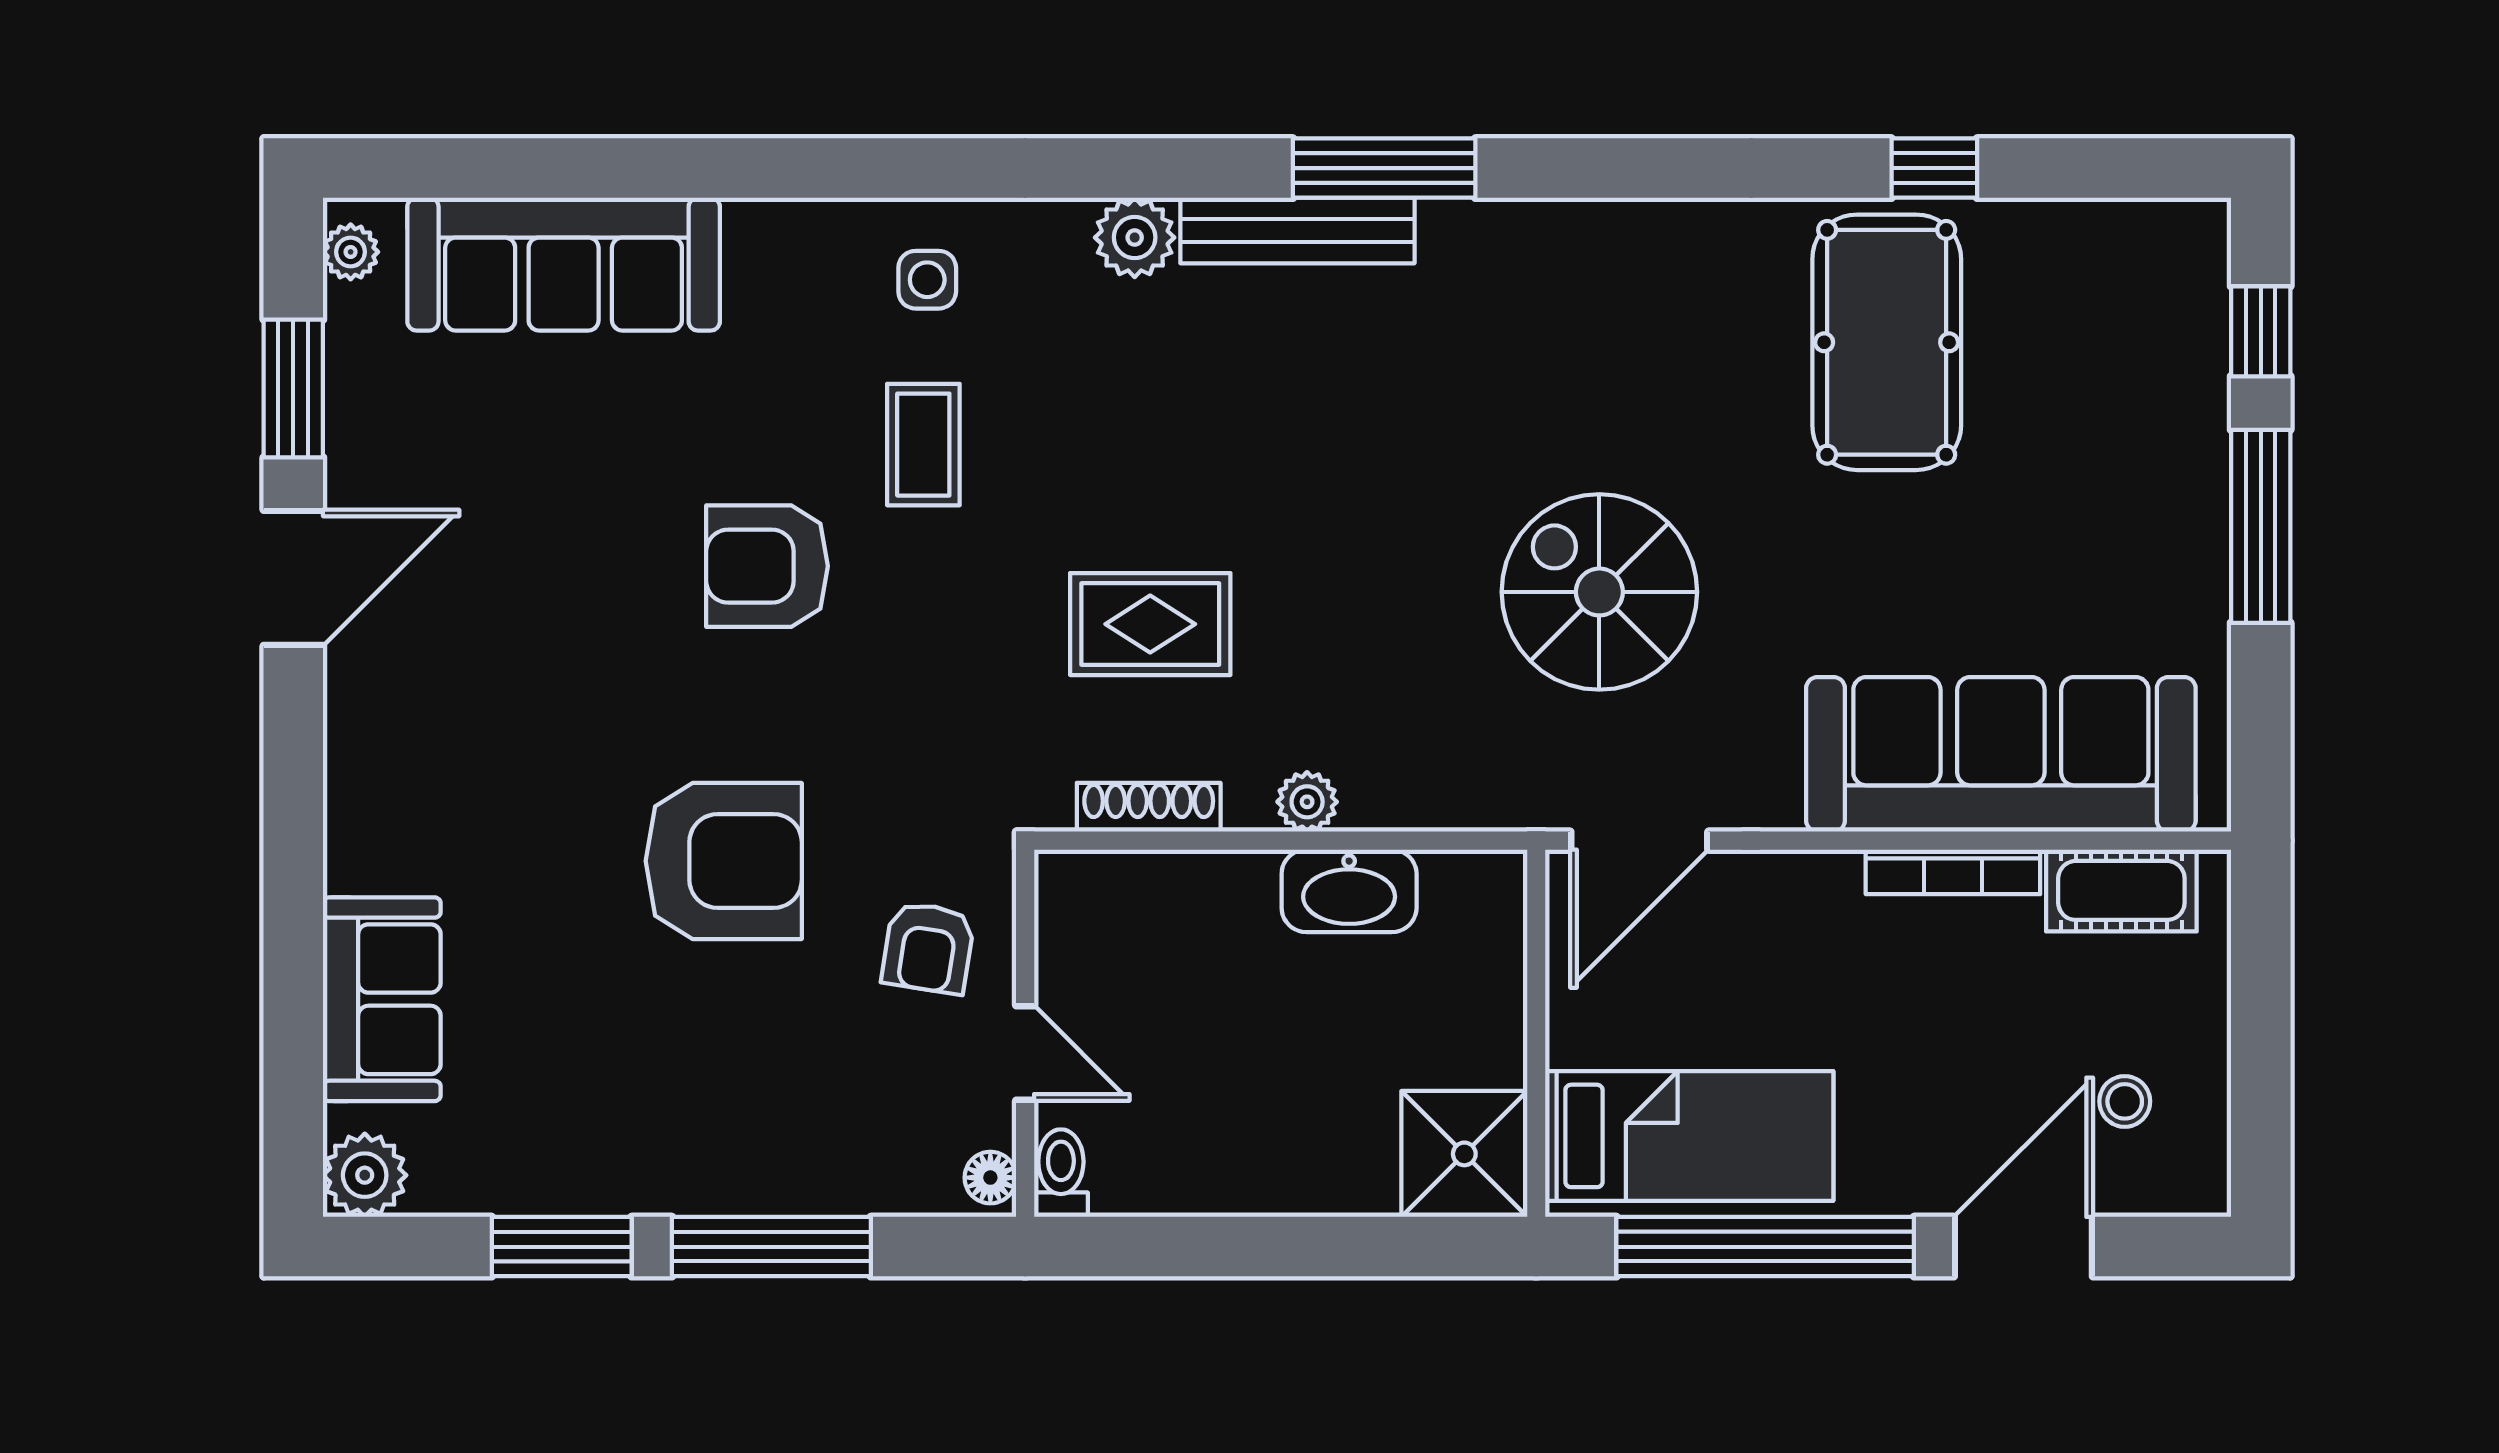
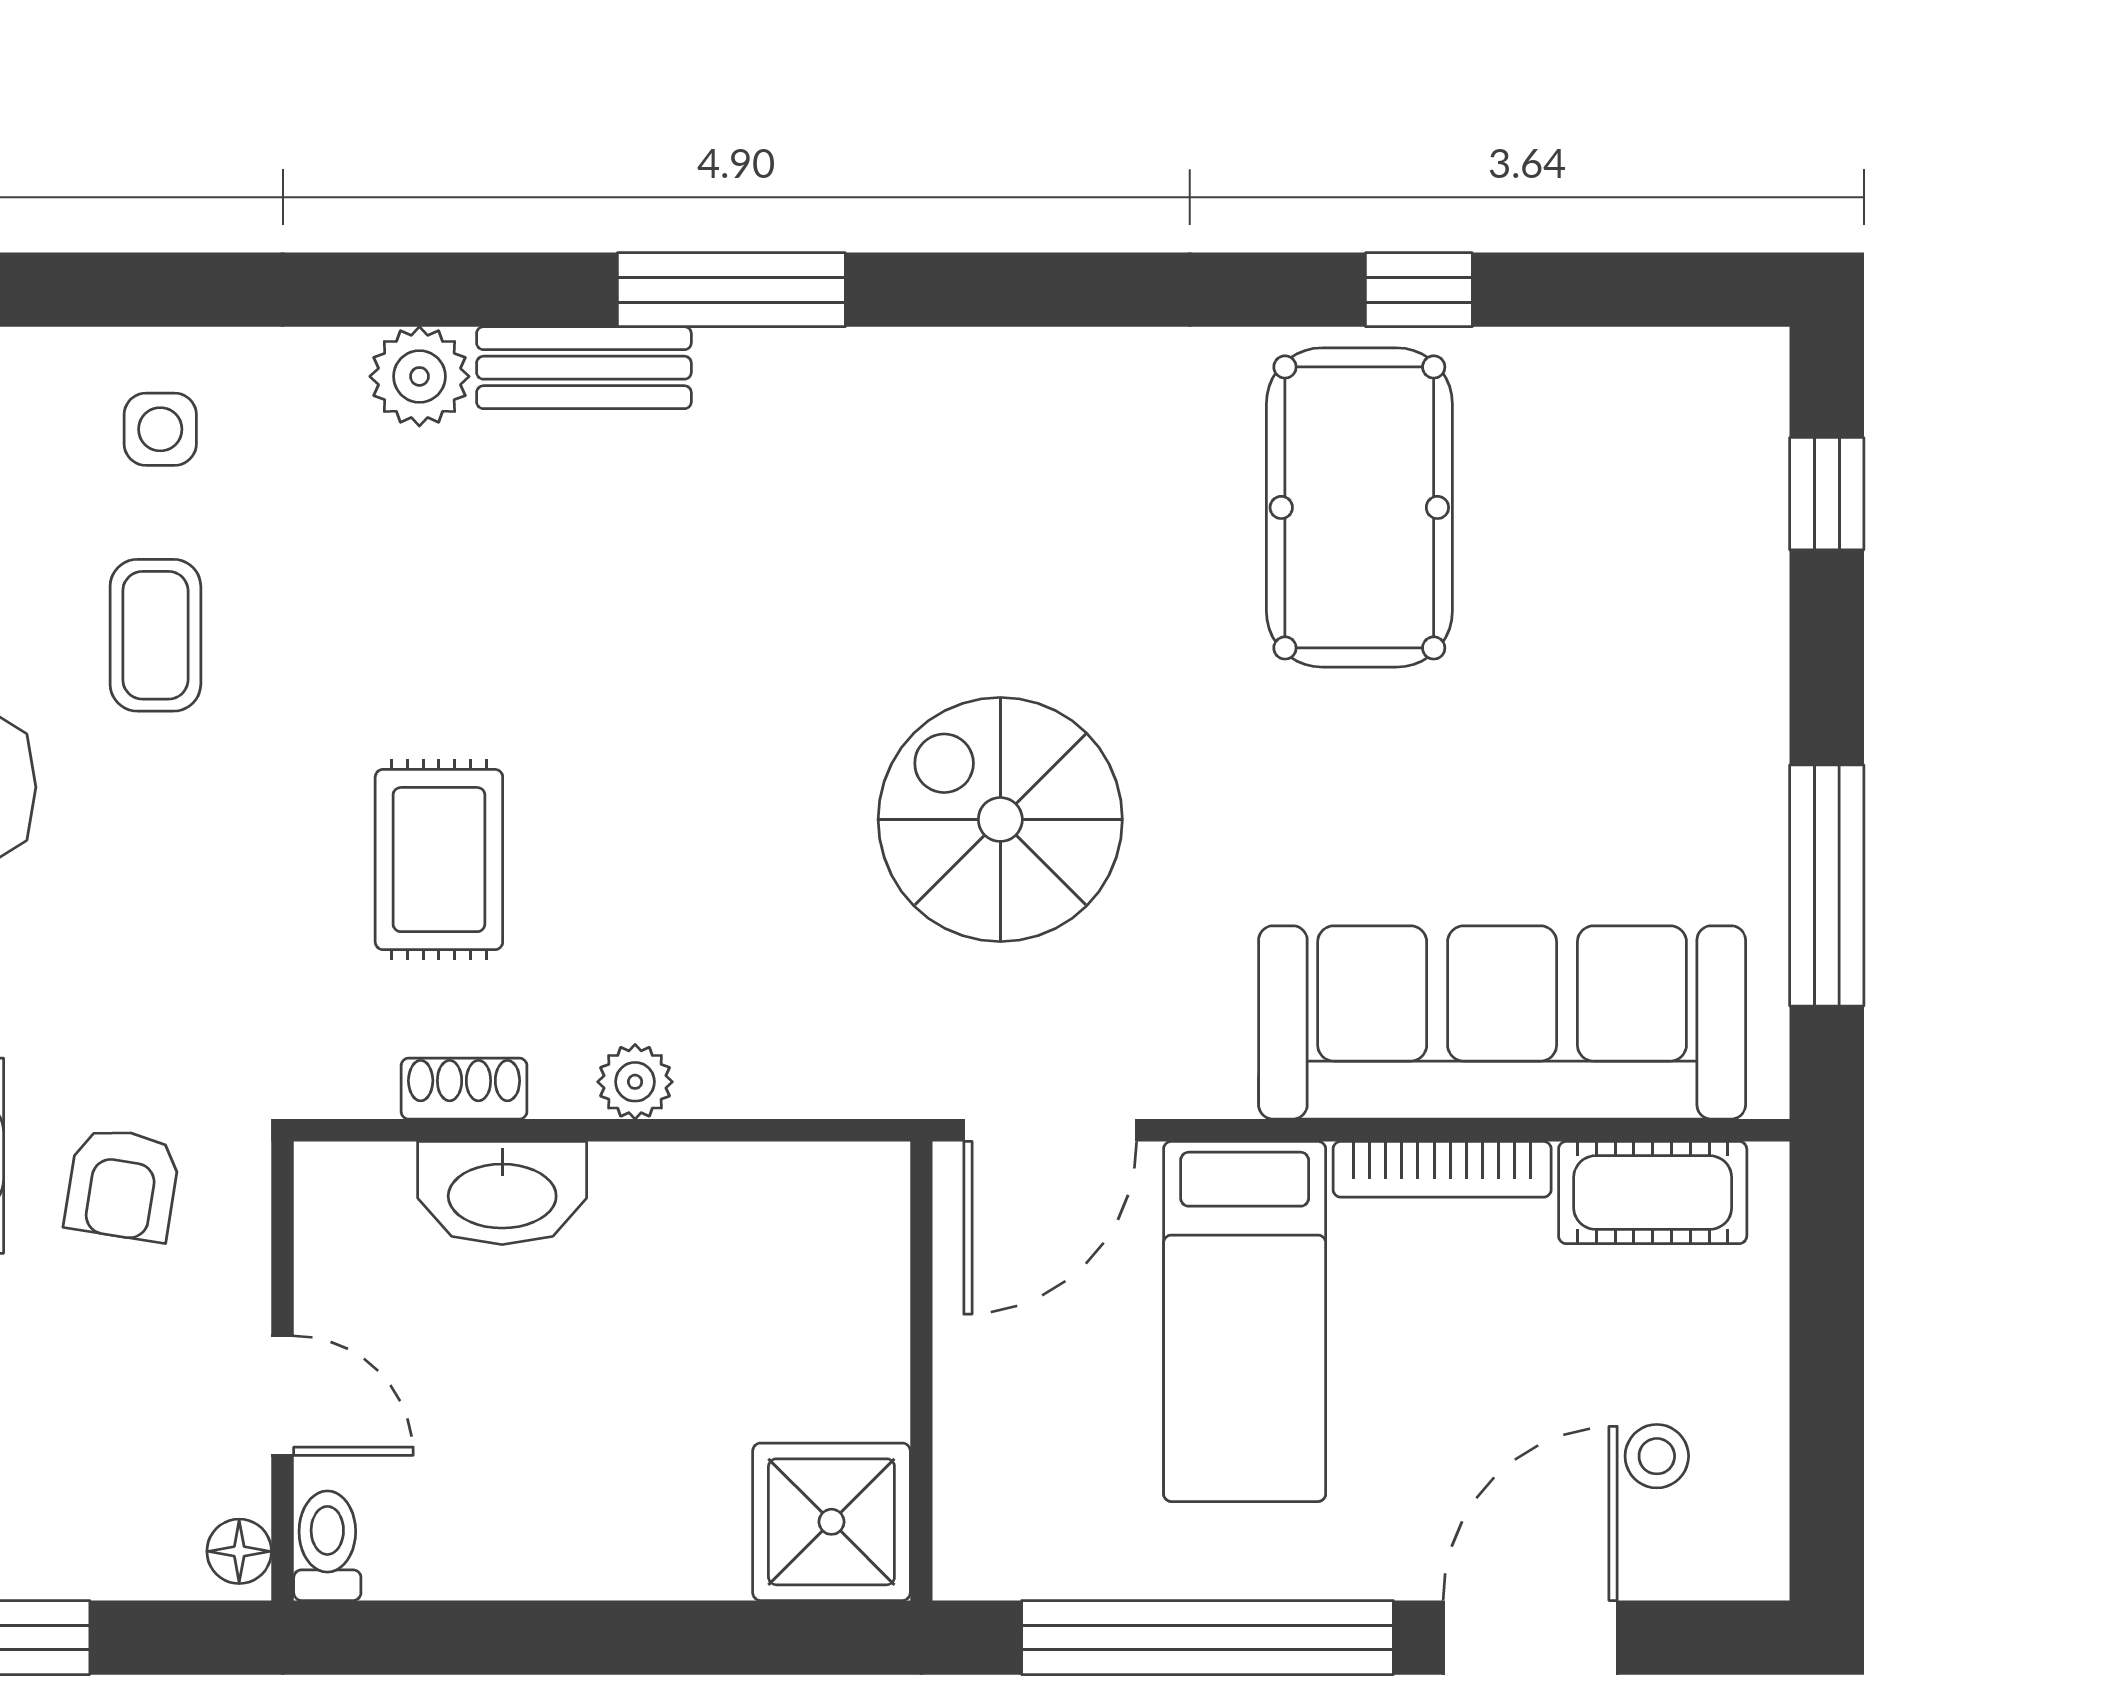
bench: (1297, 230) -> (584, 368), width x0.73
window: (2261, 526) -> (1827, 885), moved
rug: (1150, 624) -> (439, 860), turned 90
shoe rack: (1149, 807) -> (464, 1089), width x0.70
washbasin: (1349, 891) -> (502, 1193), moved
armchair: (928, 948) -> (122, 1184), moved
bed: (1689, 1136) -> (1245, 1321), moved, turned 90

